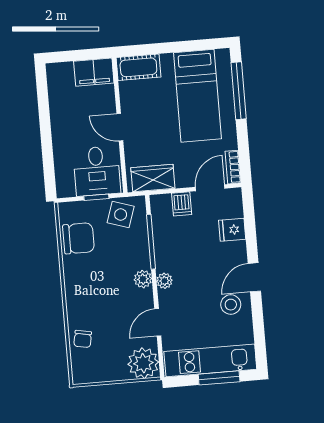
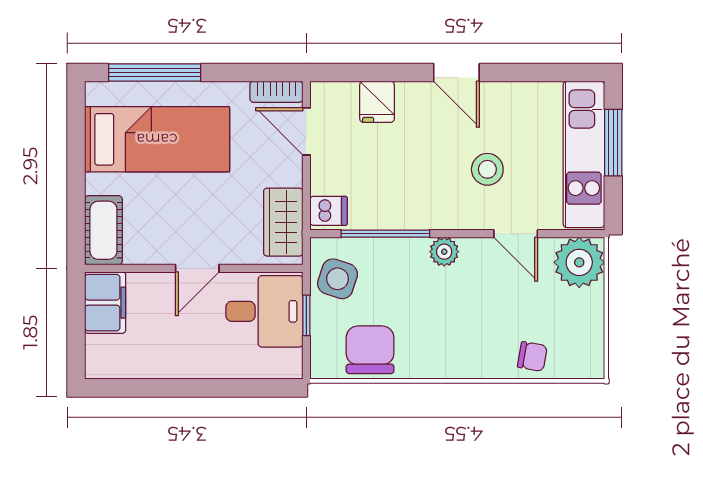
dishwasher: (182, 204) -> (329, 211), moved
plant: (164, 281) -> (450, 217), removed
stool: (231, 305) -> (487, 169), moved

